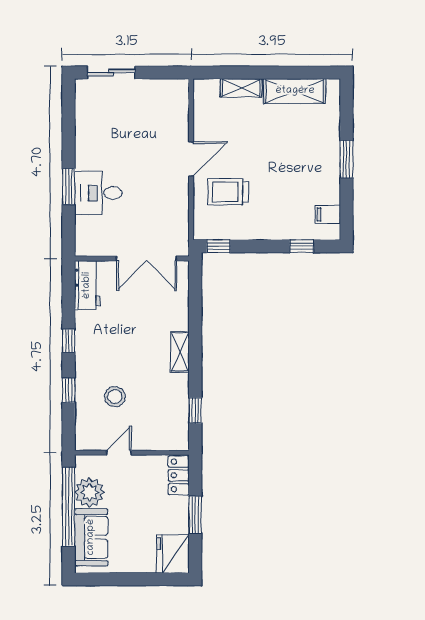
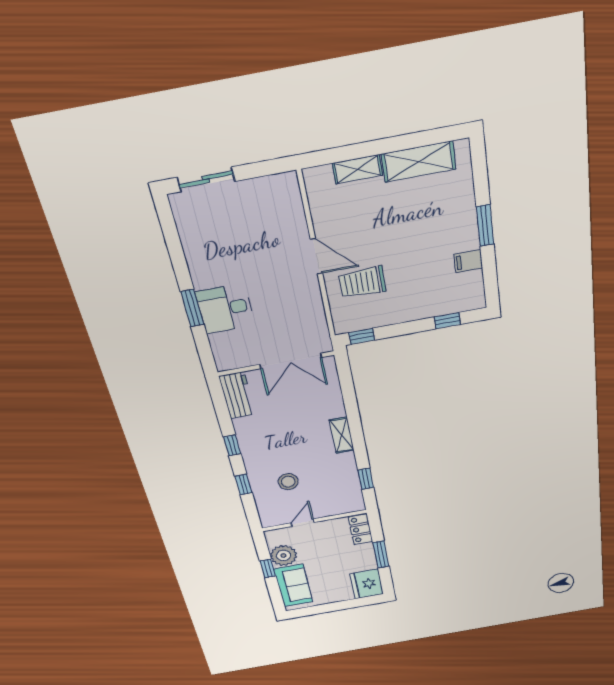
door: (191, 159) -> (316, 256), hinge flipped
filing cabinet: (328, 214) -> (468, 261), moved
window: (69, 507) -> (268, 568), width x0.32

